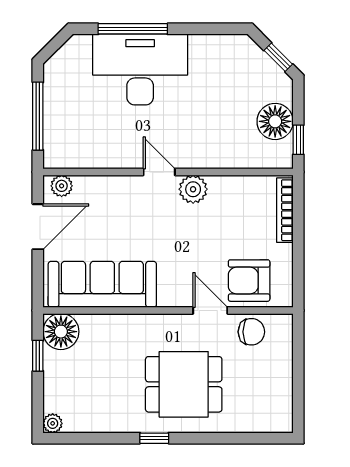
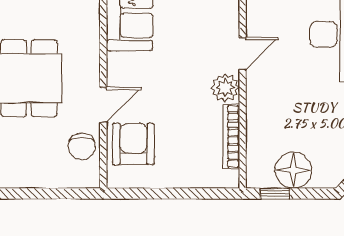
bookcase: (285, 210) -> (231, 136), moved, turned -90

